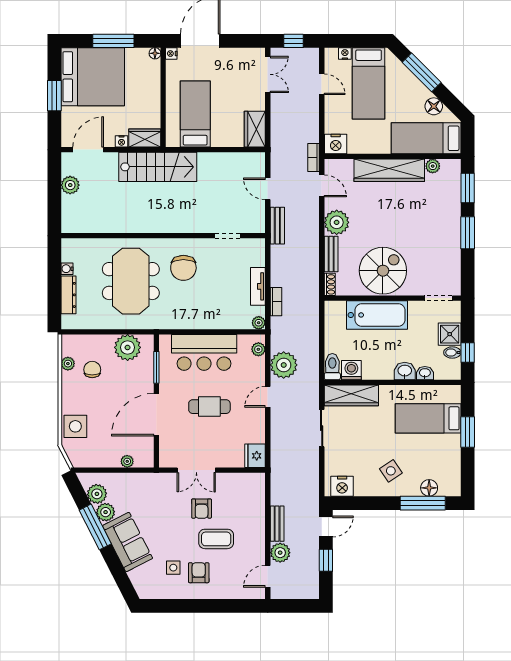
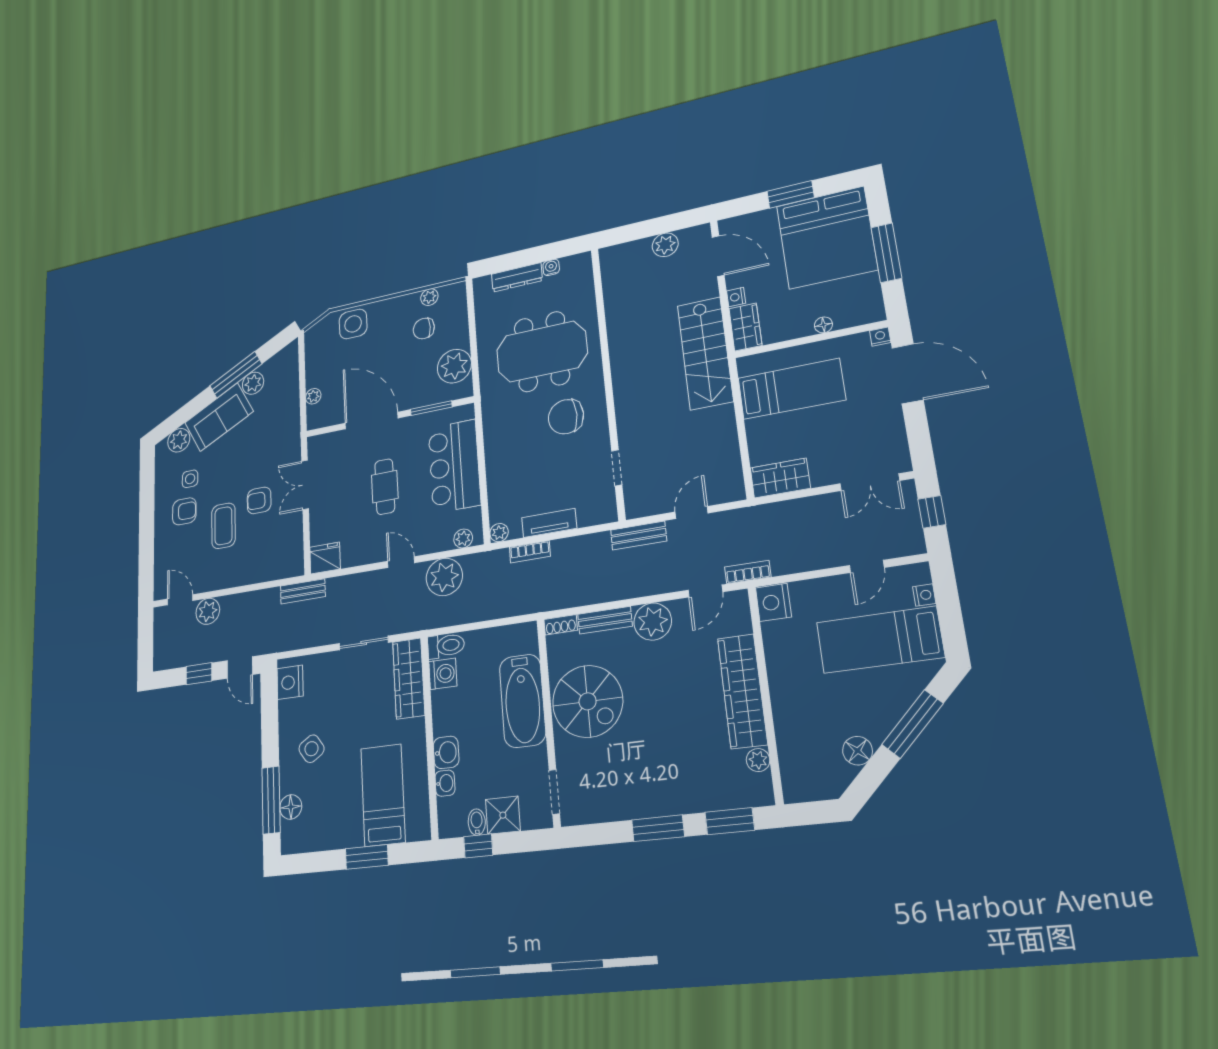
floor lamp: (155, 53) -> (823, 325), moved
bed: (426, 138) -> (802, 744), removed
chair: (92, 370) -> (424, 328), turned 180
plant: (97, 494) -> (179, 440), moved
bench: (277, 524) -> (303, 591), moved

